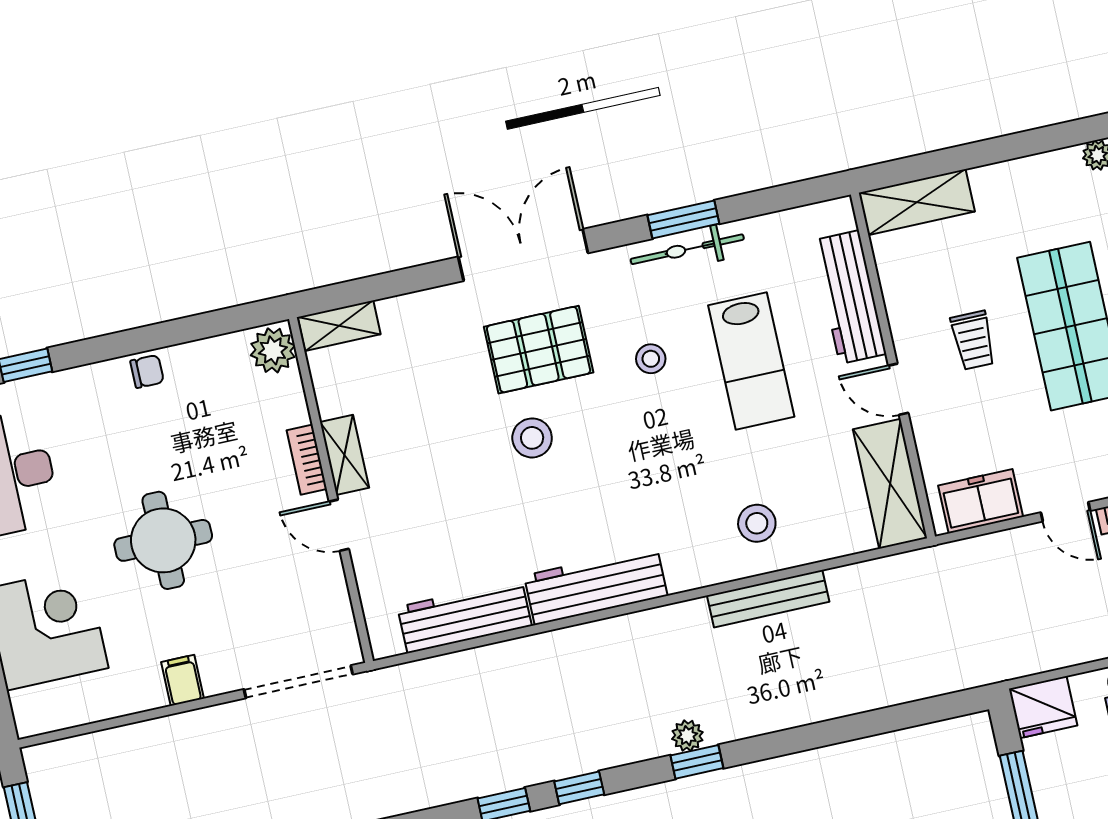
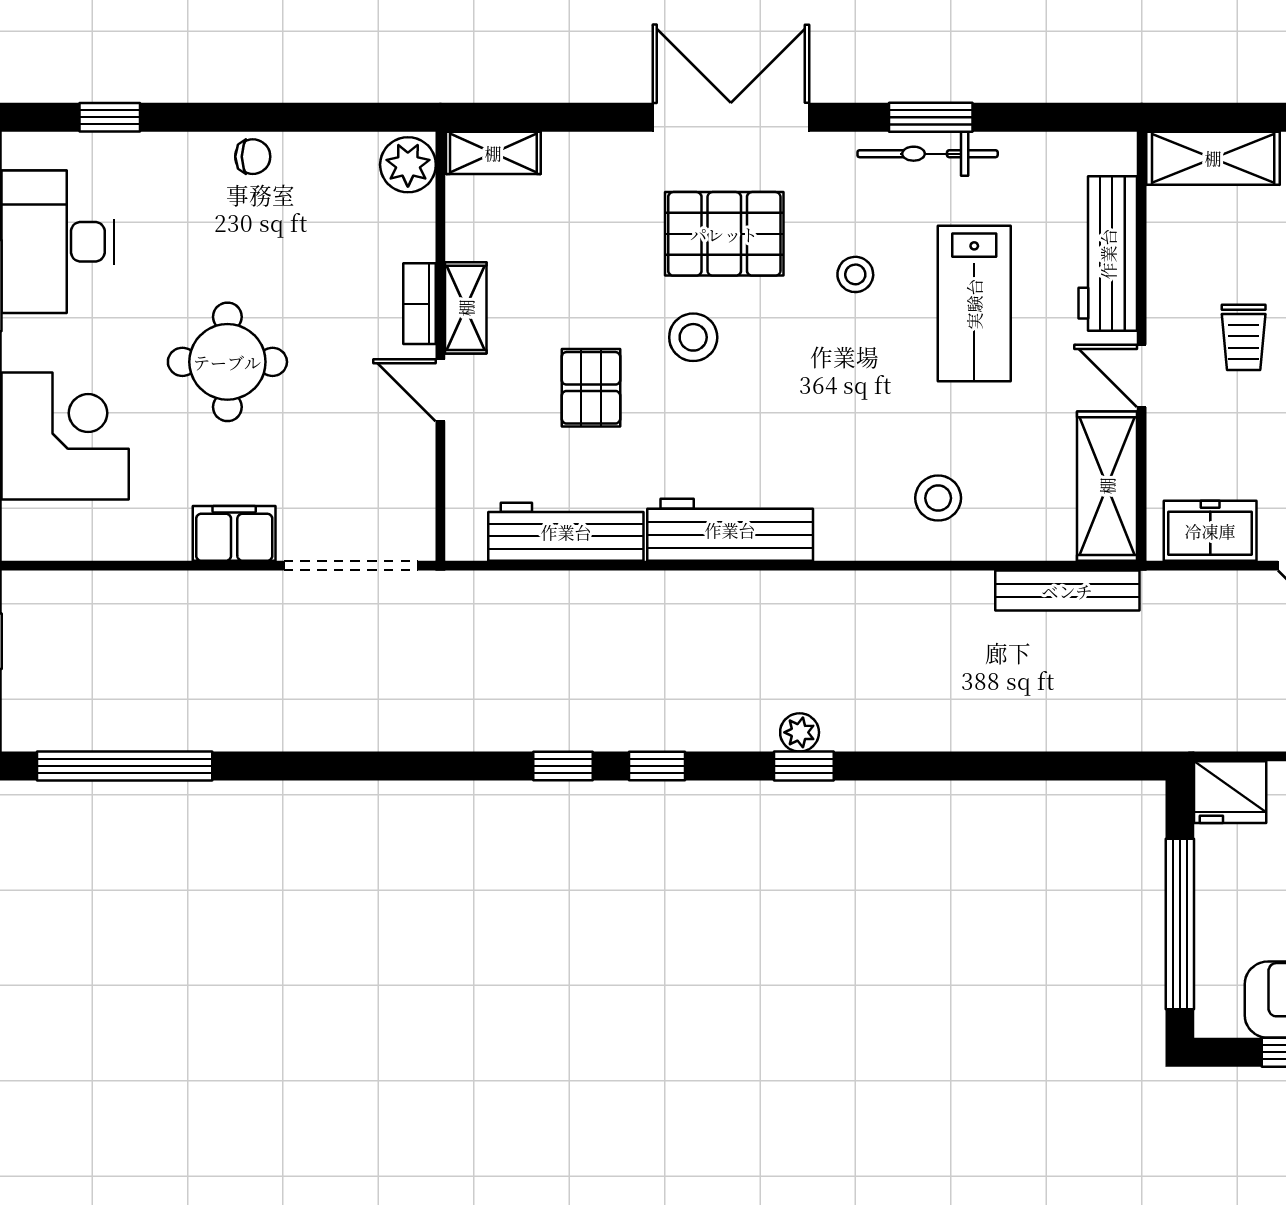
pallet: (459, 497) -> (591, 388), added
bench: (768, 599) -> (1067, 591), moved
filing cabinet: (183, 680) -> (234, 533), width x2.00

